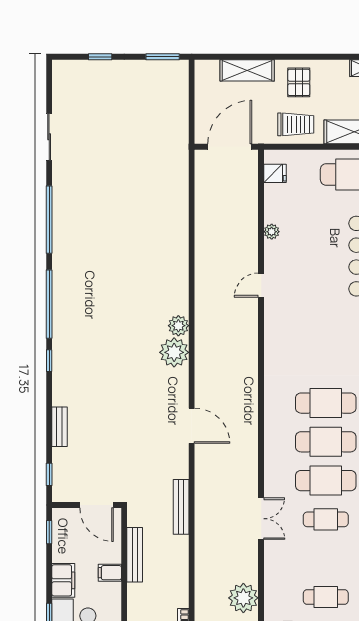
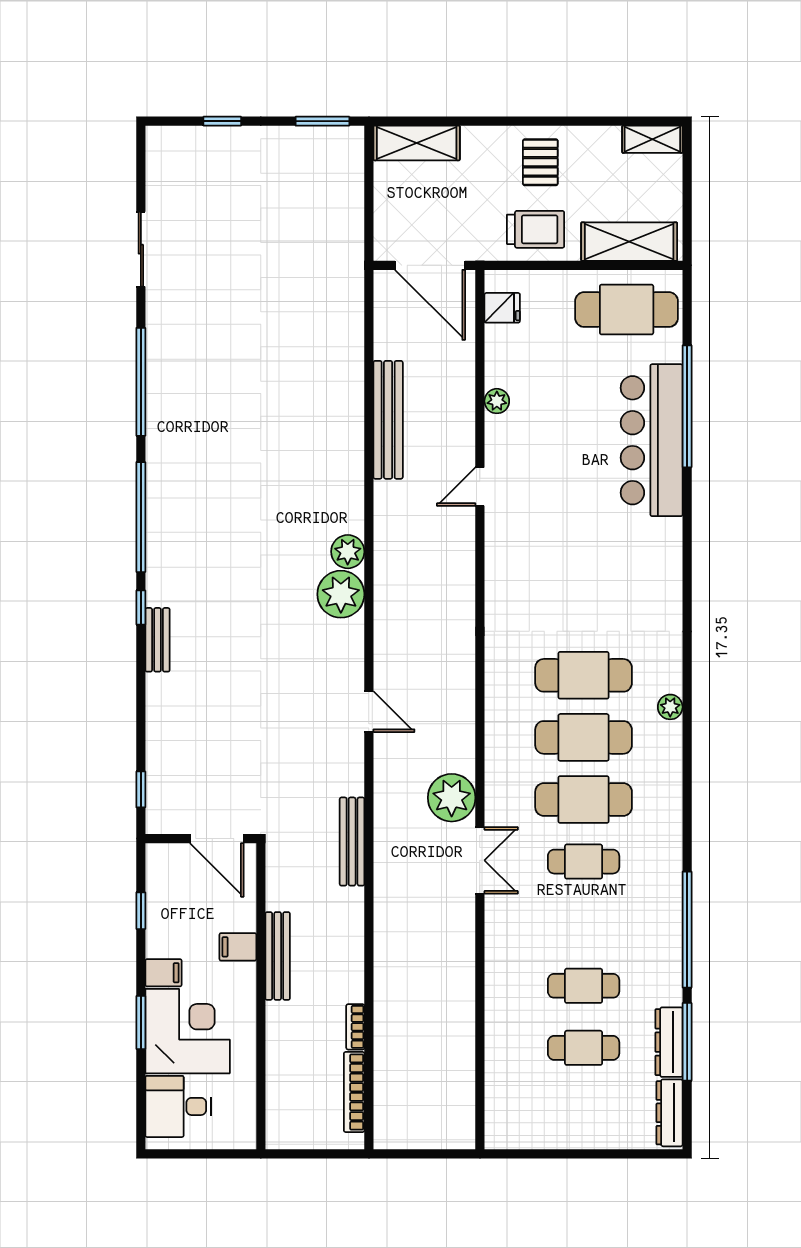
shelving: (247, 70) -> (417, 143), moved
door: (230, 147) -> (430, 265), swing flipped
bench: (204, 243) -> (388, 420), added
door: (192, 426) -> (369, 712), width x0.73
bench: (60, 427) -> (157, 640), moved
window: (49, 532) -> (141, 911), moved
bench: (135, 555) -> (278, 956), moved
filing cabinet: (63, 580) -> (163, 973), width x0.50
plant: (243, 598) -> (452, 798), moved

